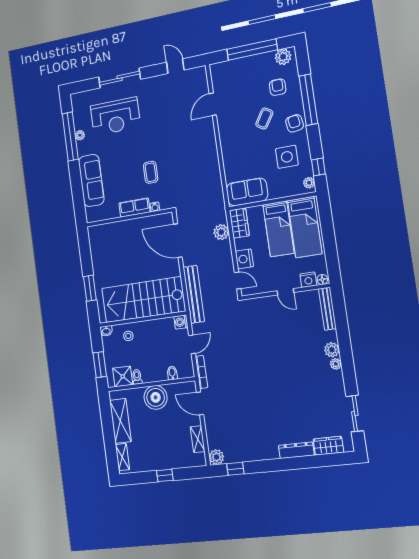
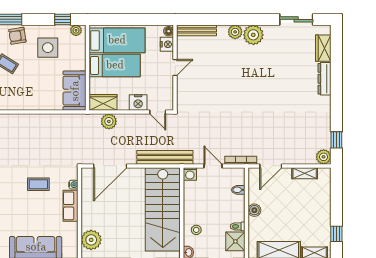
plant: (105, 233) -> (91, 240), added
door: (238, 281) -> (158, 112), swing flipped
plant: (336, 364) -> (253, 35), width x1.88, depth x1.88
boiler: (156, 397) -> (254, 210), width x0.54, depth x0.54
window: (165, 475) -> (336, 234), moved

